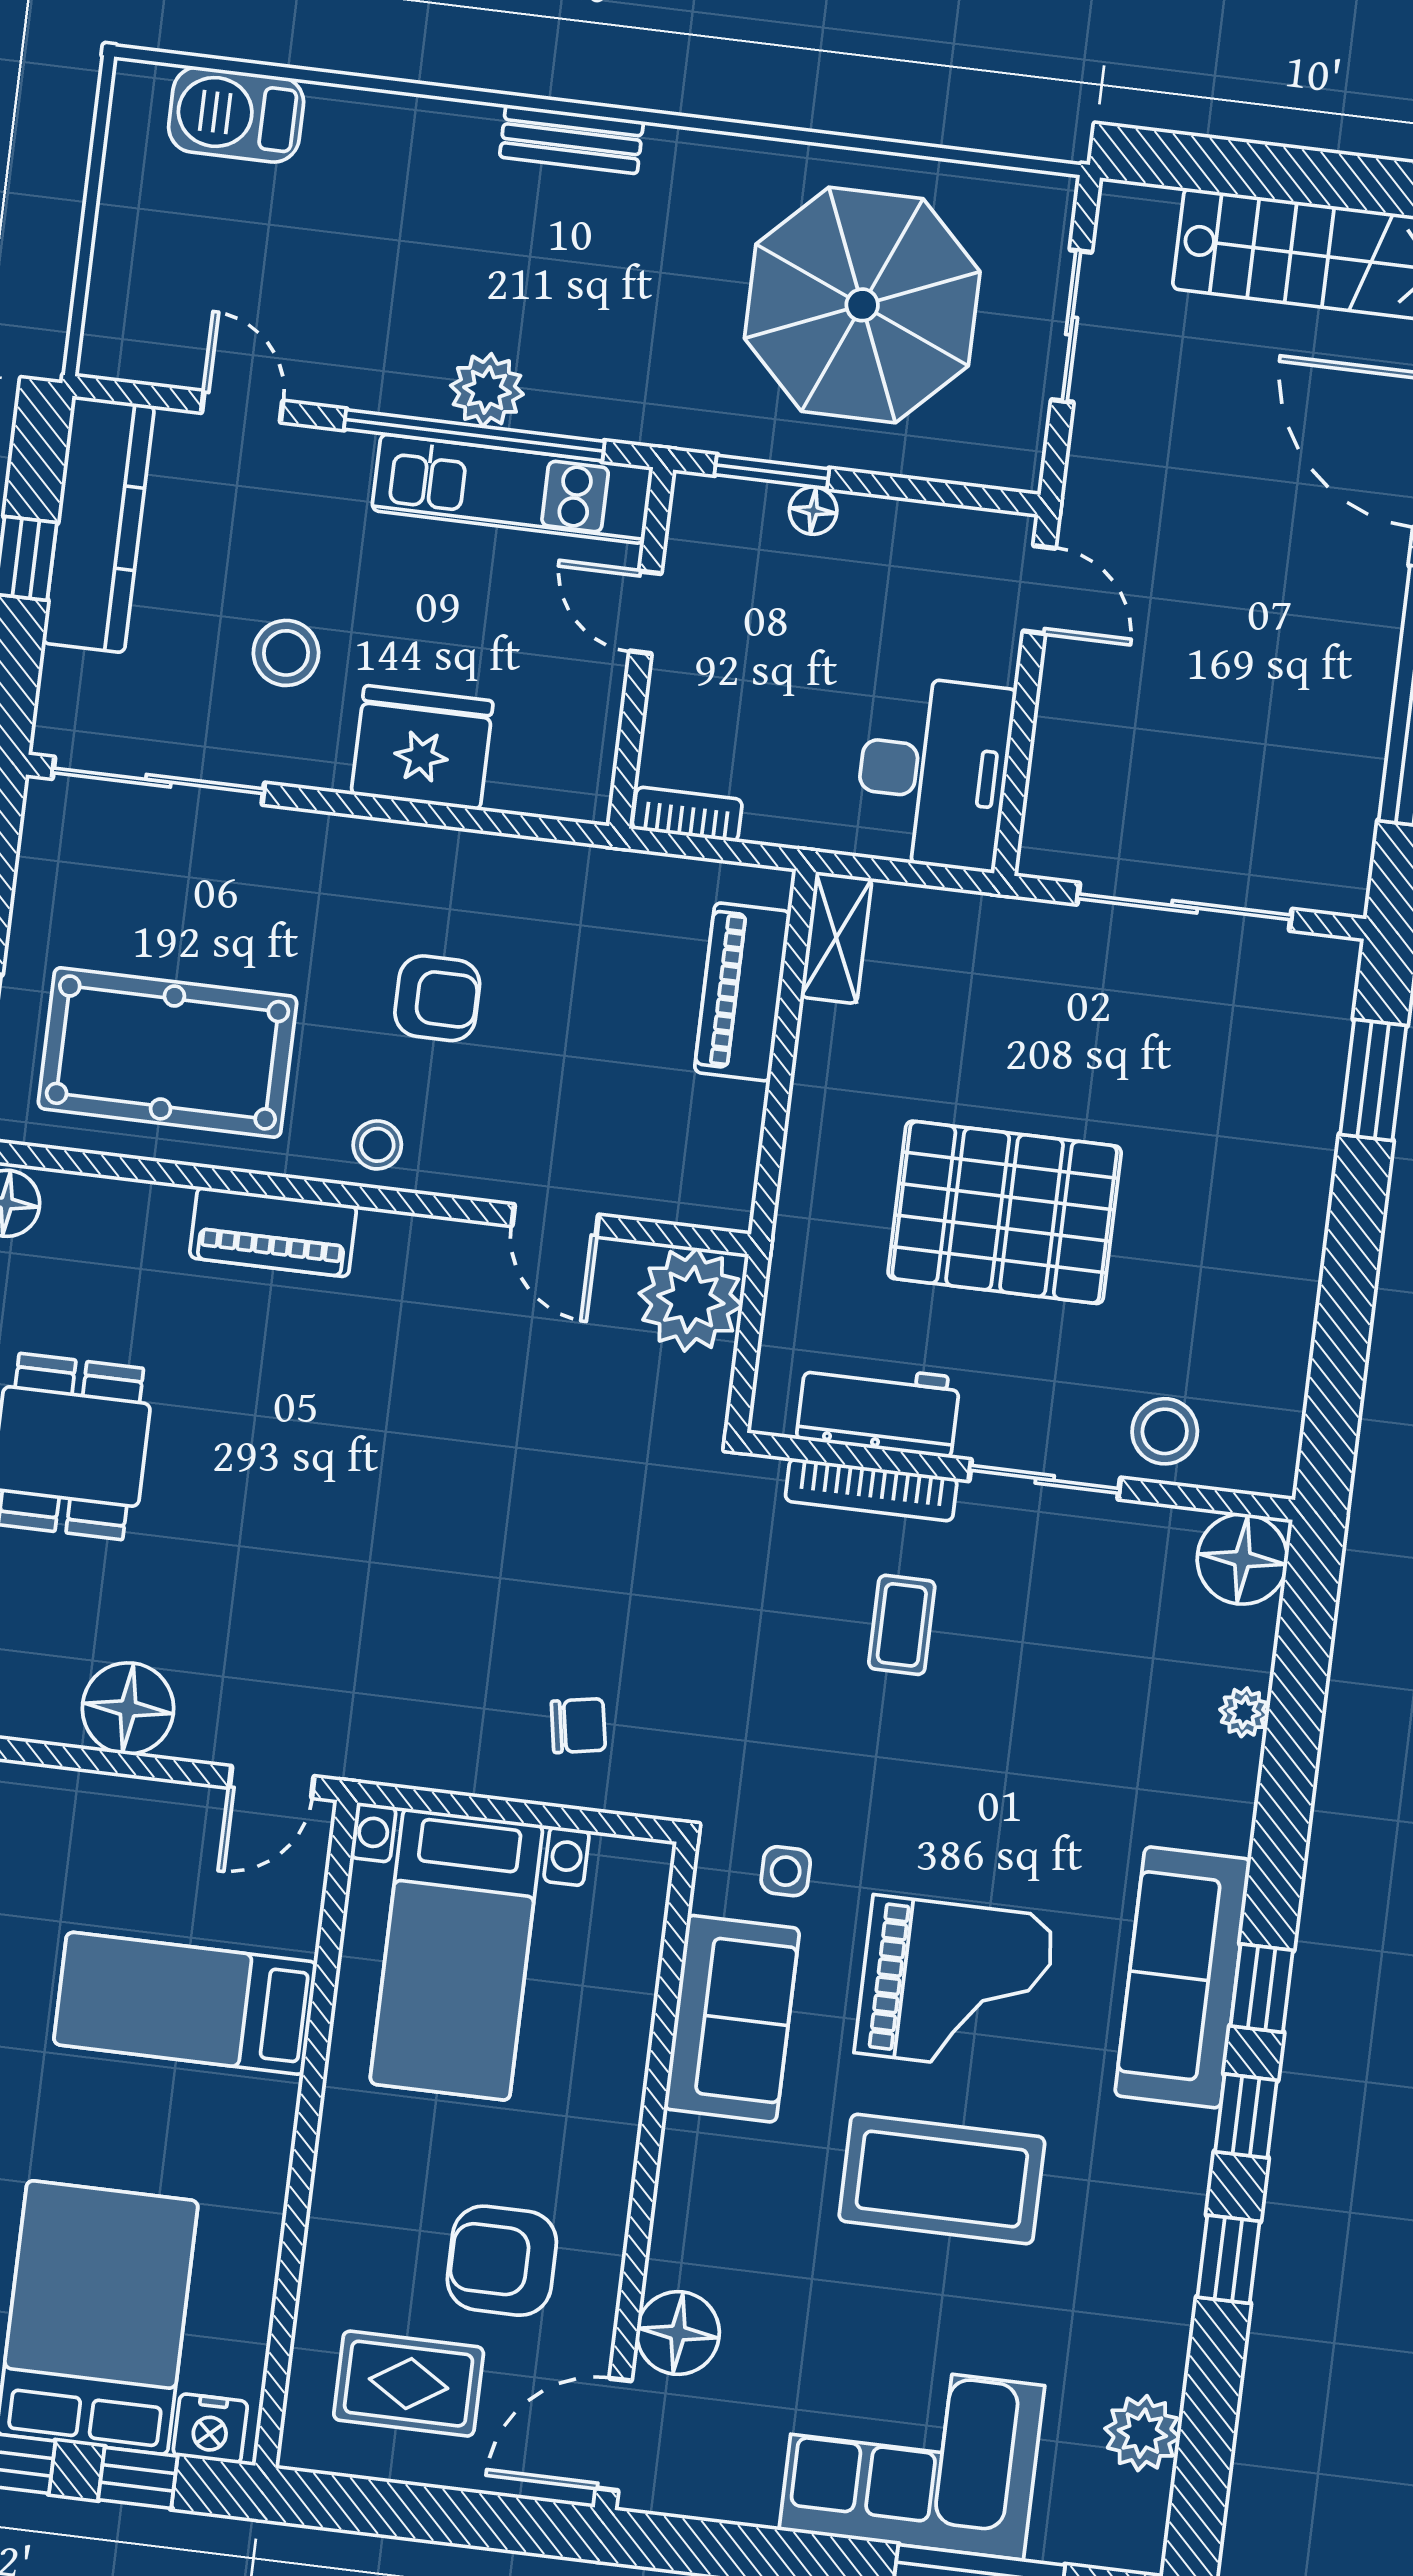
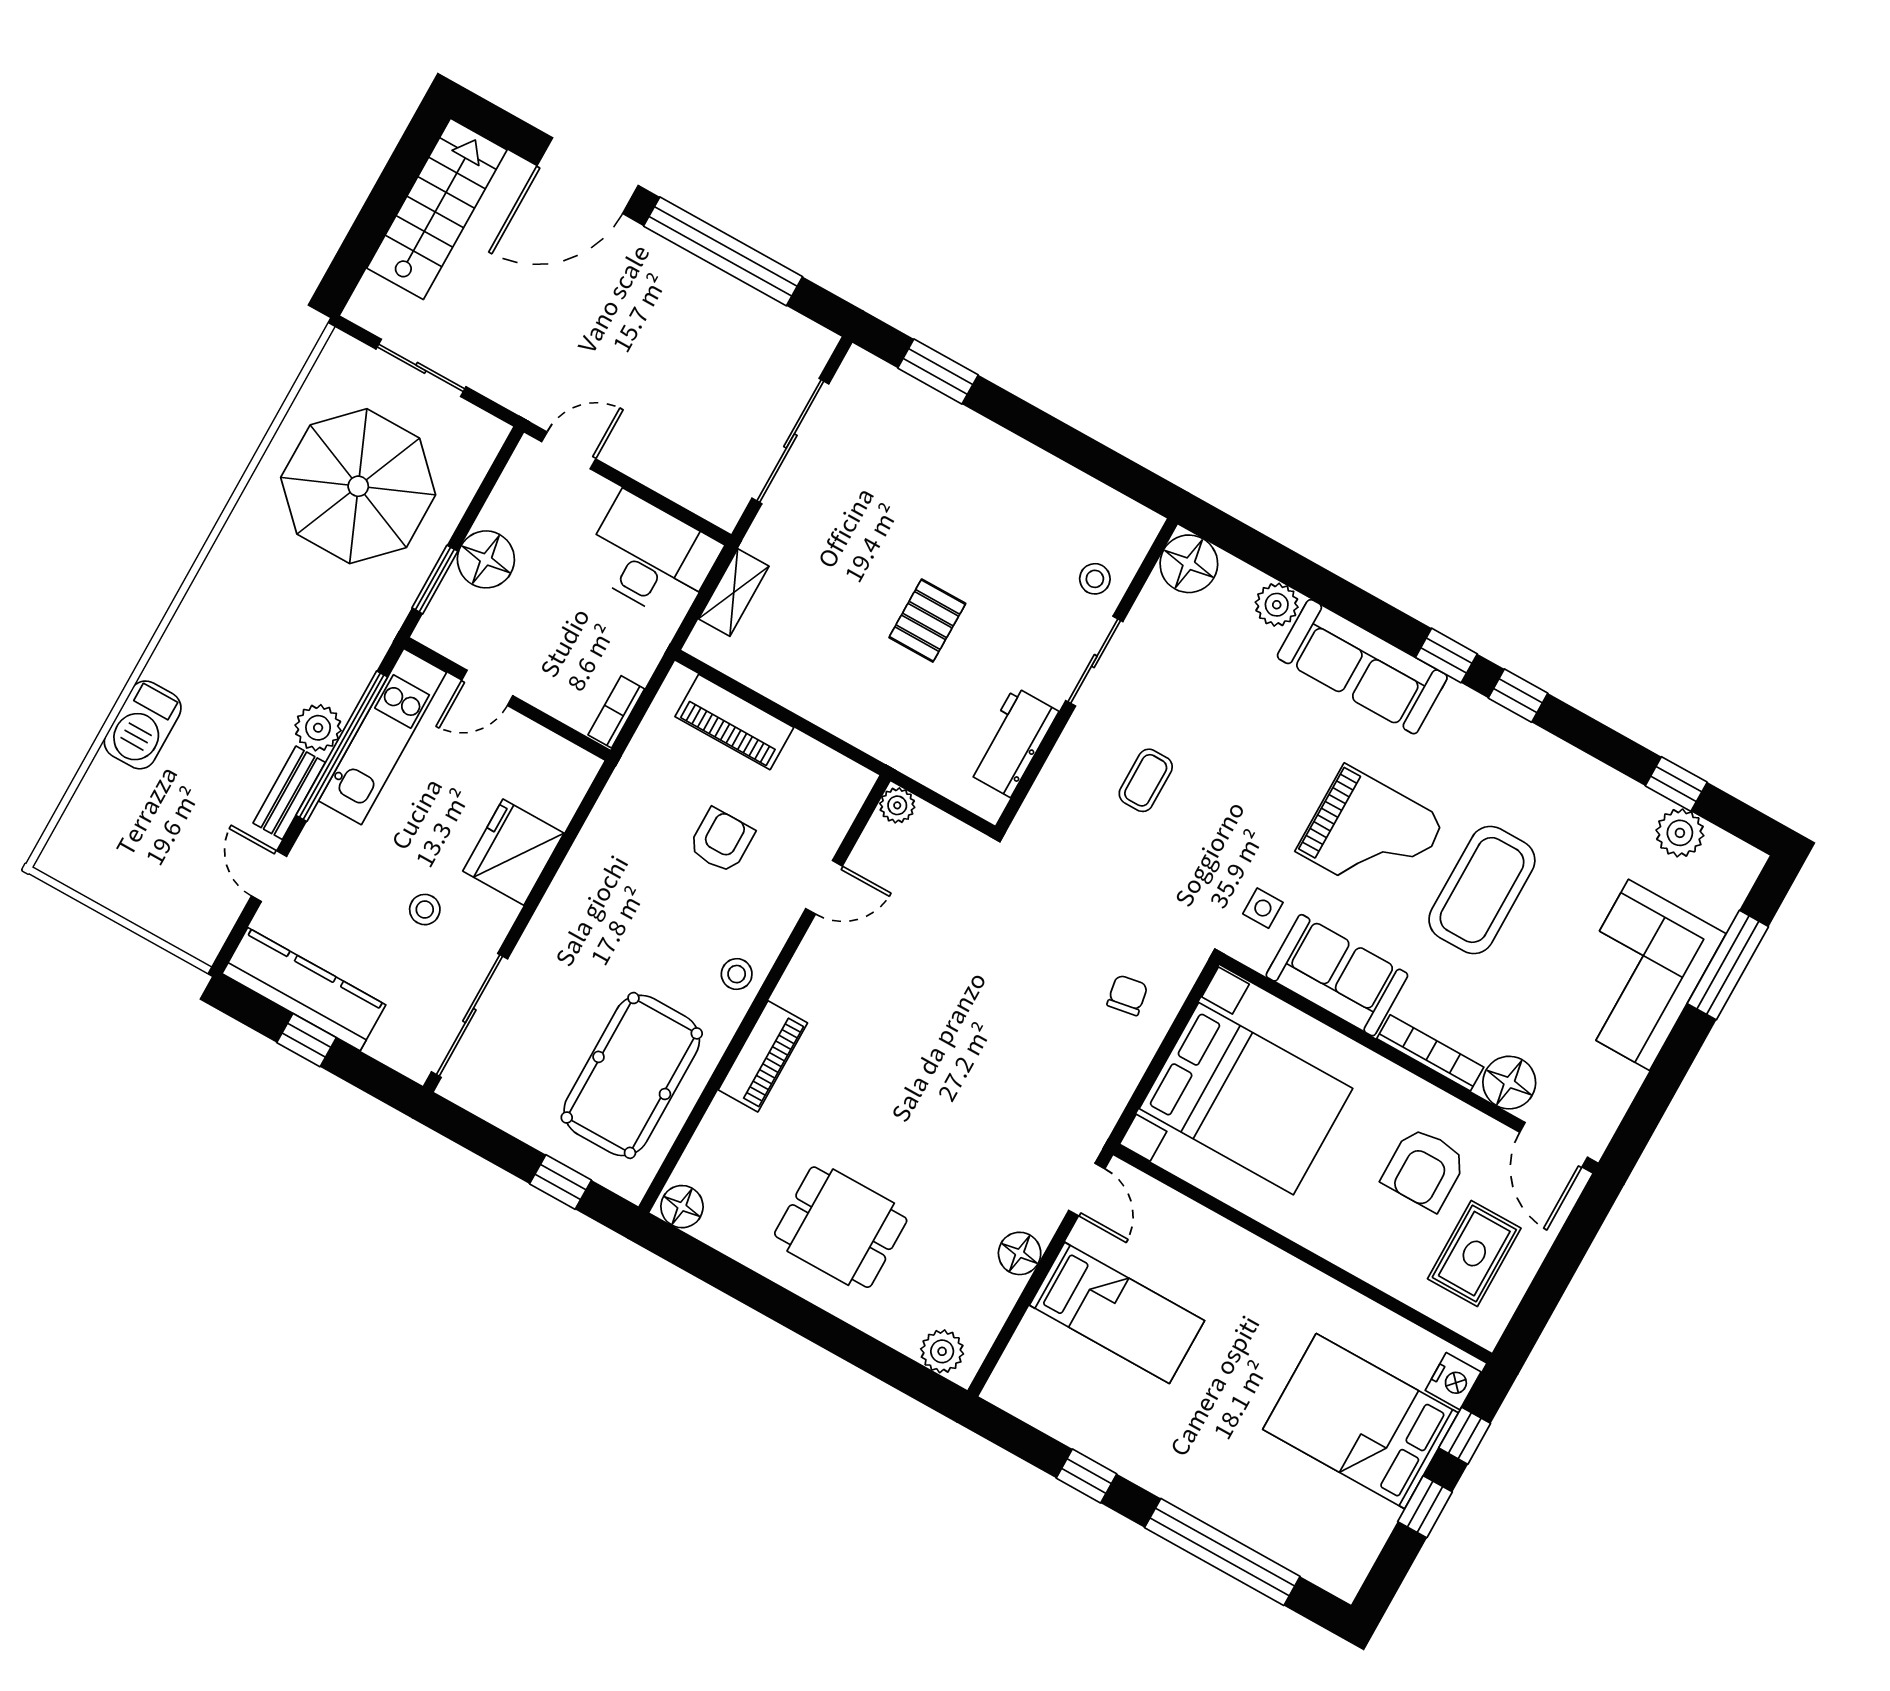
barbecue: (236, 115) -> (143, 725), moved
bench: (572, 139) -> (289, 793), moved
door: (242, 407) -> (269, 876), hinge flipped
floor lamp: (813, 511) -> (486, 559), width x1.89, depth x1.89
stool: (286, 653) -> (425, 910), width x0.73, depth x0.73
shelving: (836, 938) -> (734, 593), moved, turned 90
armchair: (437, 998) -> (721, 841), moved
pallet: (1005, 1212) -> (927, 621), width x0.49, depth x0.50
plant: (691, 1300) -> (897, 805), width x0.53, depth x0.53
stool: (1165, 1431) -> (1095, 579), width x0.73, depth x0.73
bookcase: (871, 1490) -> (1430, 1053), moved, turned -90
coffee table: (902, 1625) -> (1146, 780), turned 90
floor lamp: (128, 1708) -> (1020, 1253), width x0.73, depth x0.73
plant: (1244, 1712) -> (1277, 605), width x1.38, depth x1.38
bed with nightstands: (456, 1954) -> (1246, 1099), width x1.36
sofa: (1183, 1977) -> (1362, 667), moved
grand piano: (955, 1985) -> (1371, 836), turned 90
bed: (185, 2003) -> (1117, 1313), moved, turned -90
window: (1228, 2259) -> (1676, 784), moved

